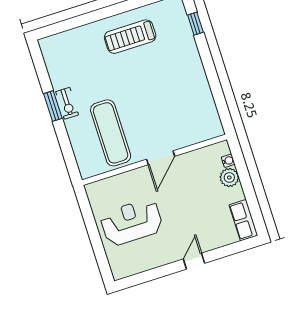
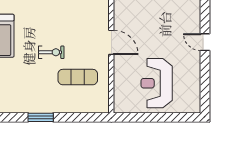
exercise bike: (67, 103) -> (51, 52), moved
exercise mat: (111, 133) -> (78, 77), width x0.73, depth x0.69

